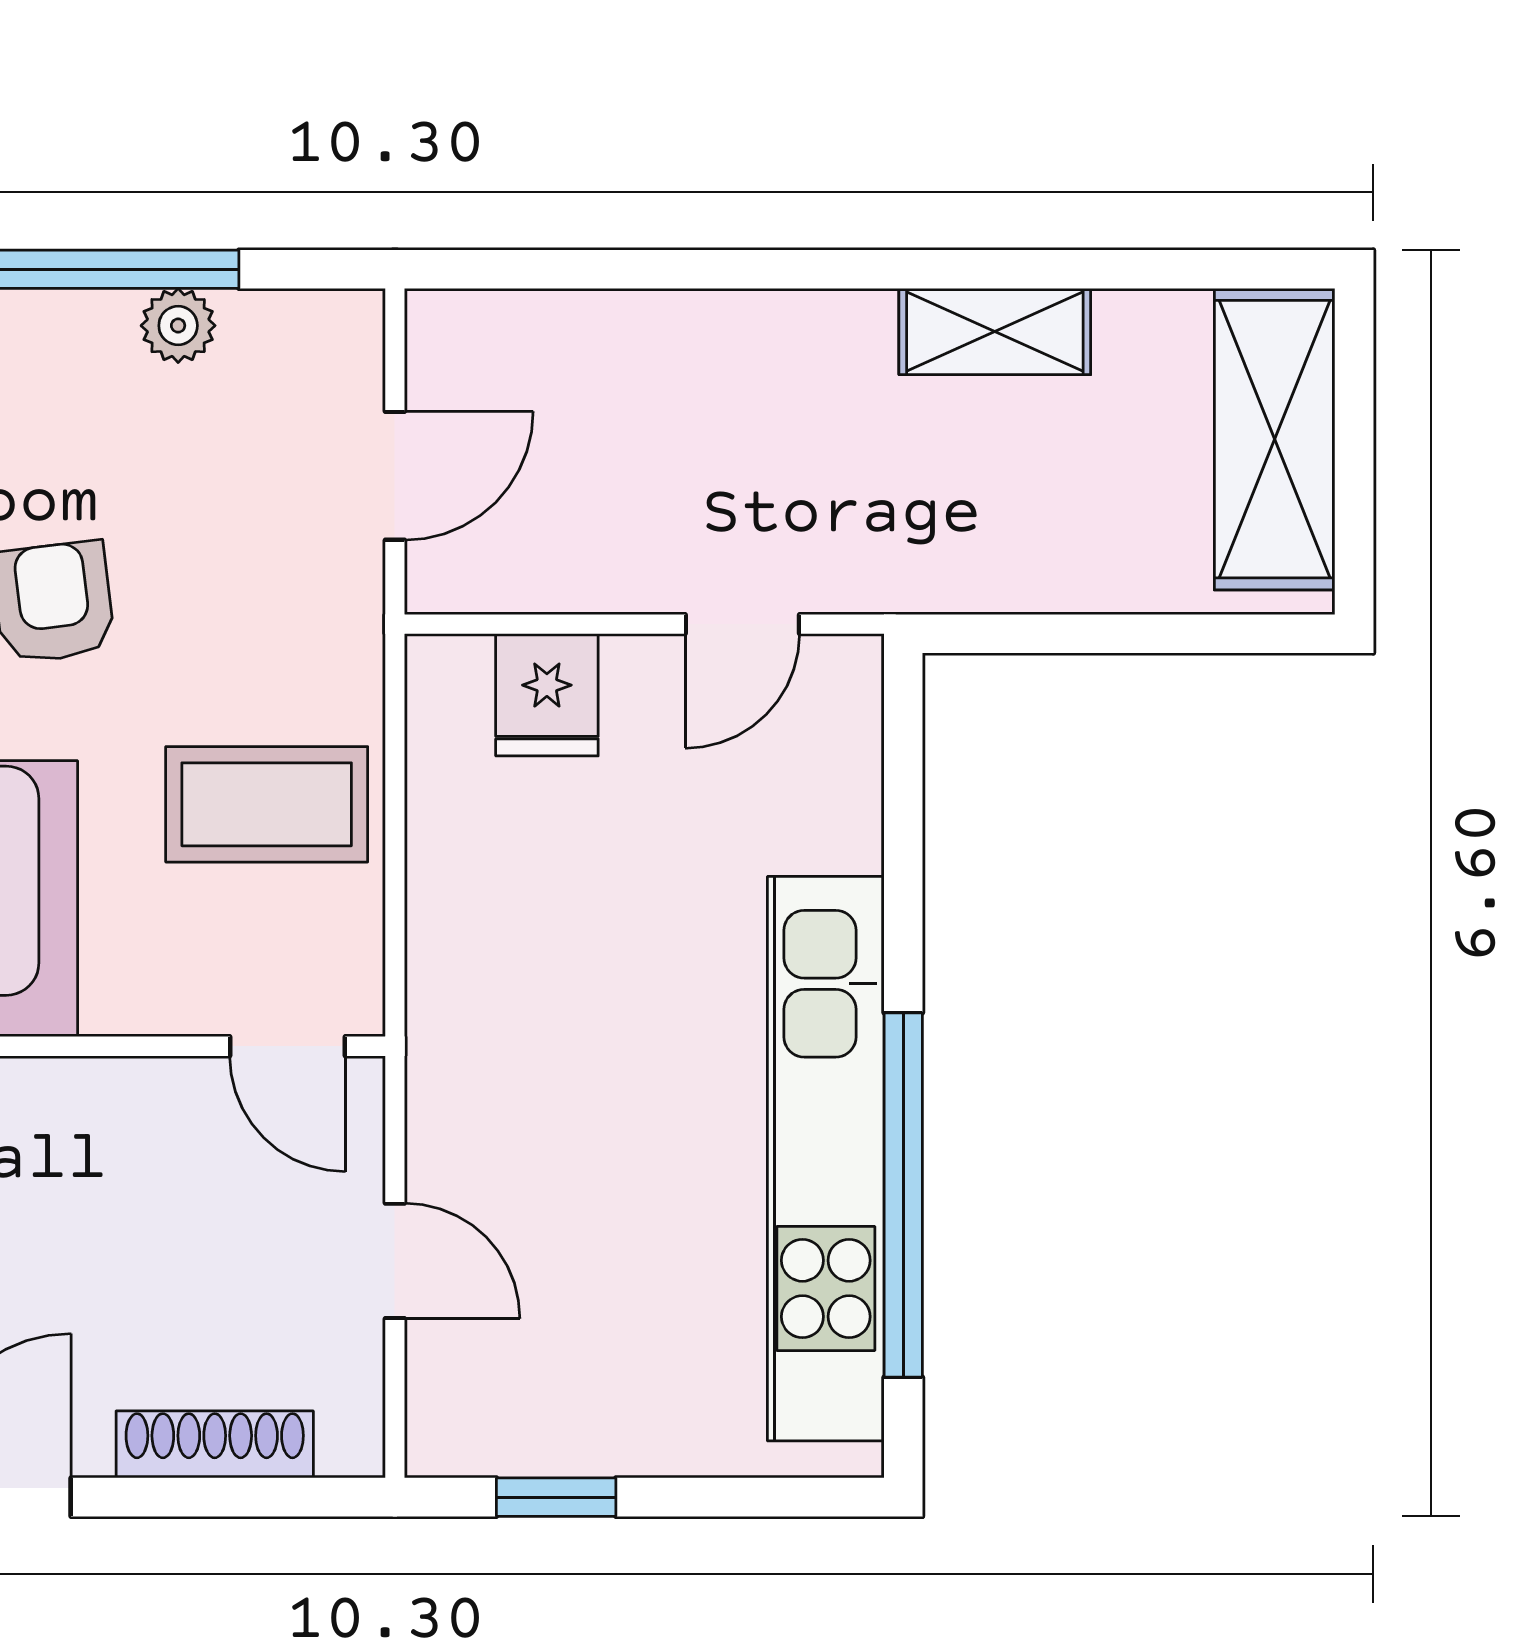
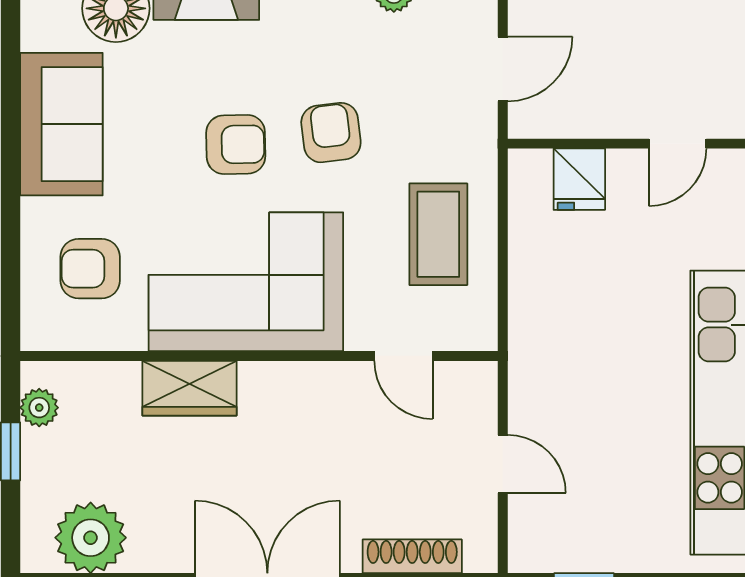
coffee table: (267, 804) -> (438, 234), turned 90
door: (288, 1046) -> (403, 356), moved

